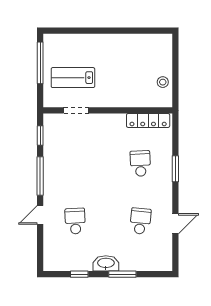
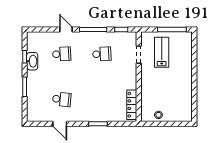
school desk: (140, 163) -> (102, 54), moved
washbasin: (106, 263) -> (32, 61), moved

